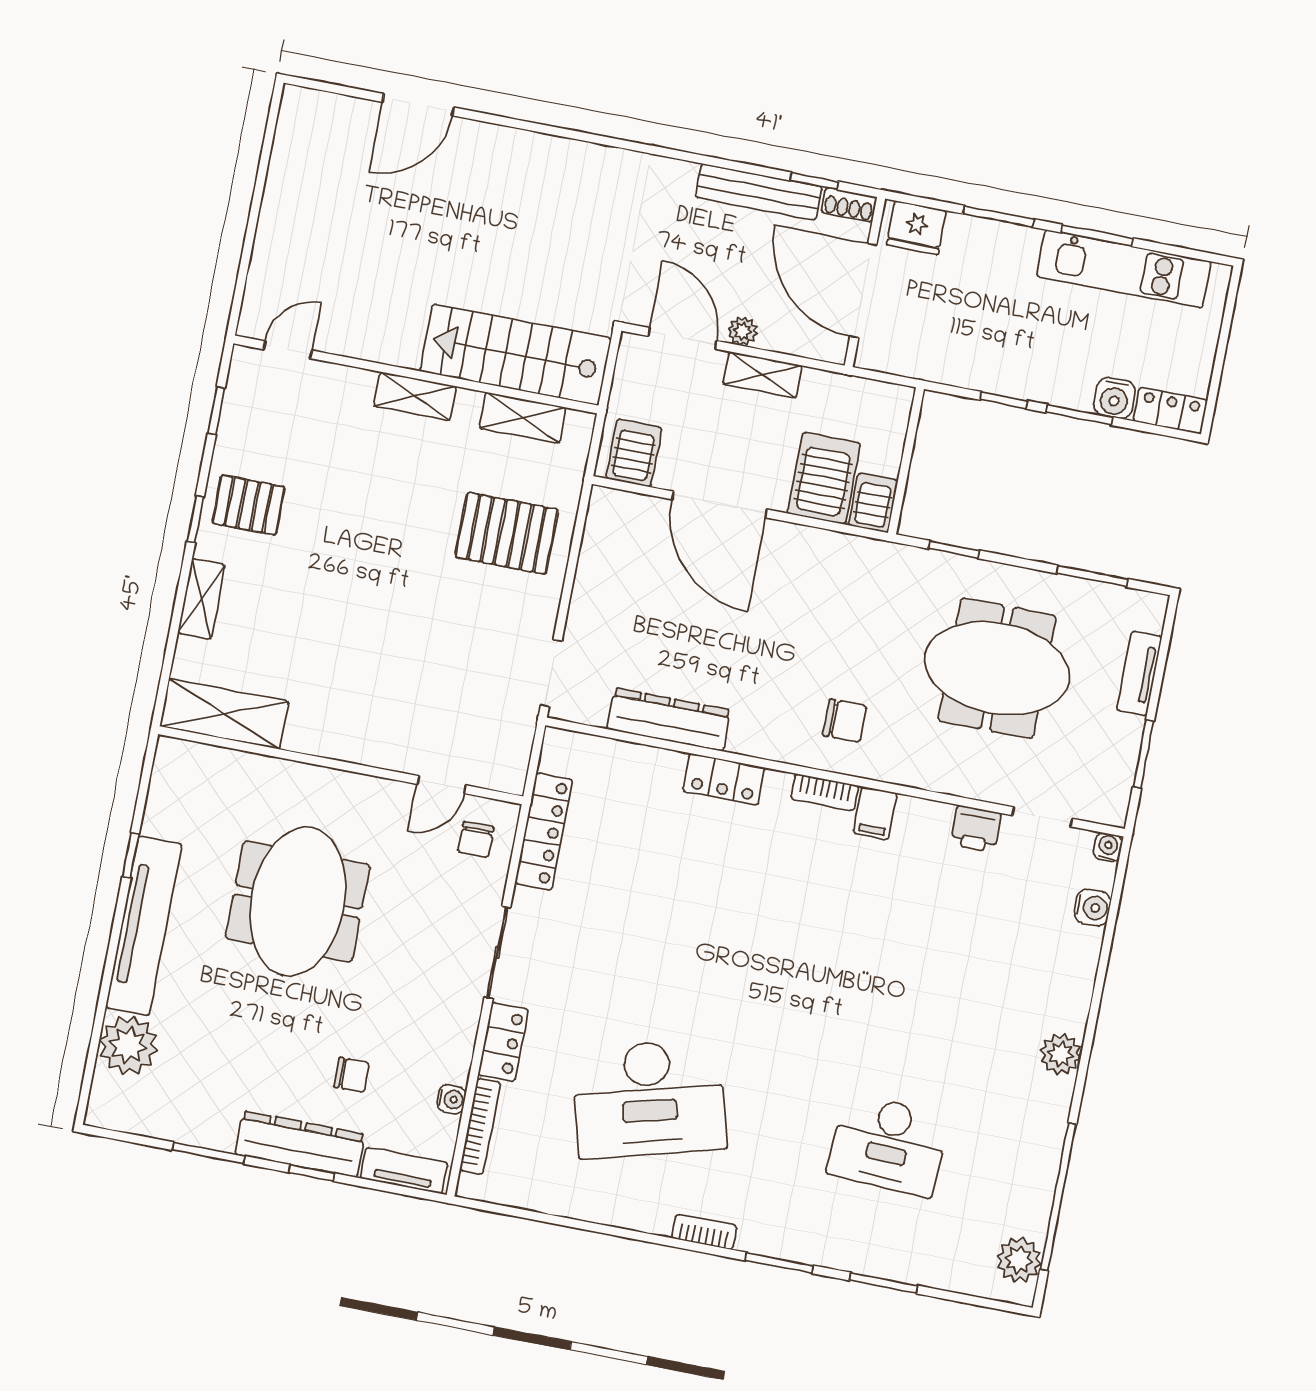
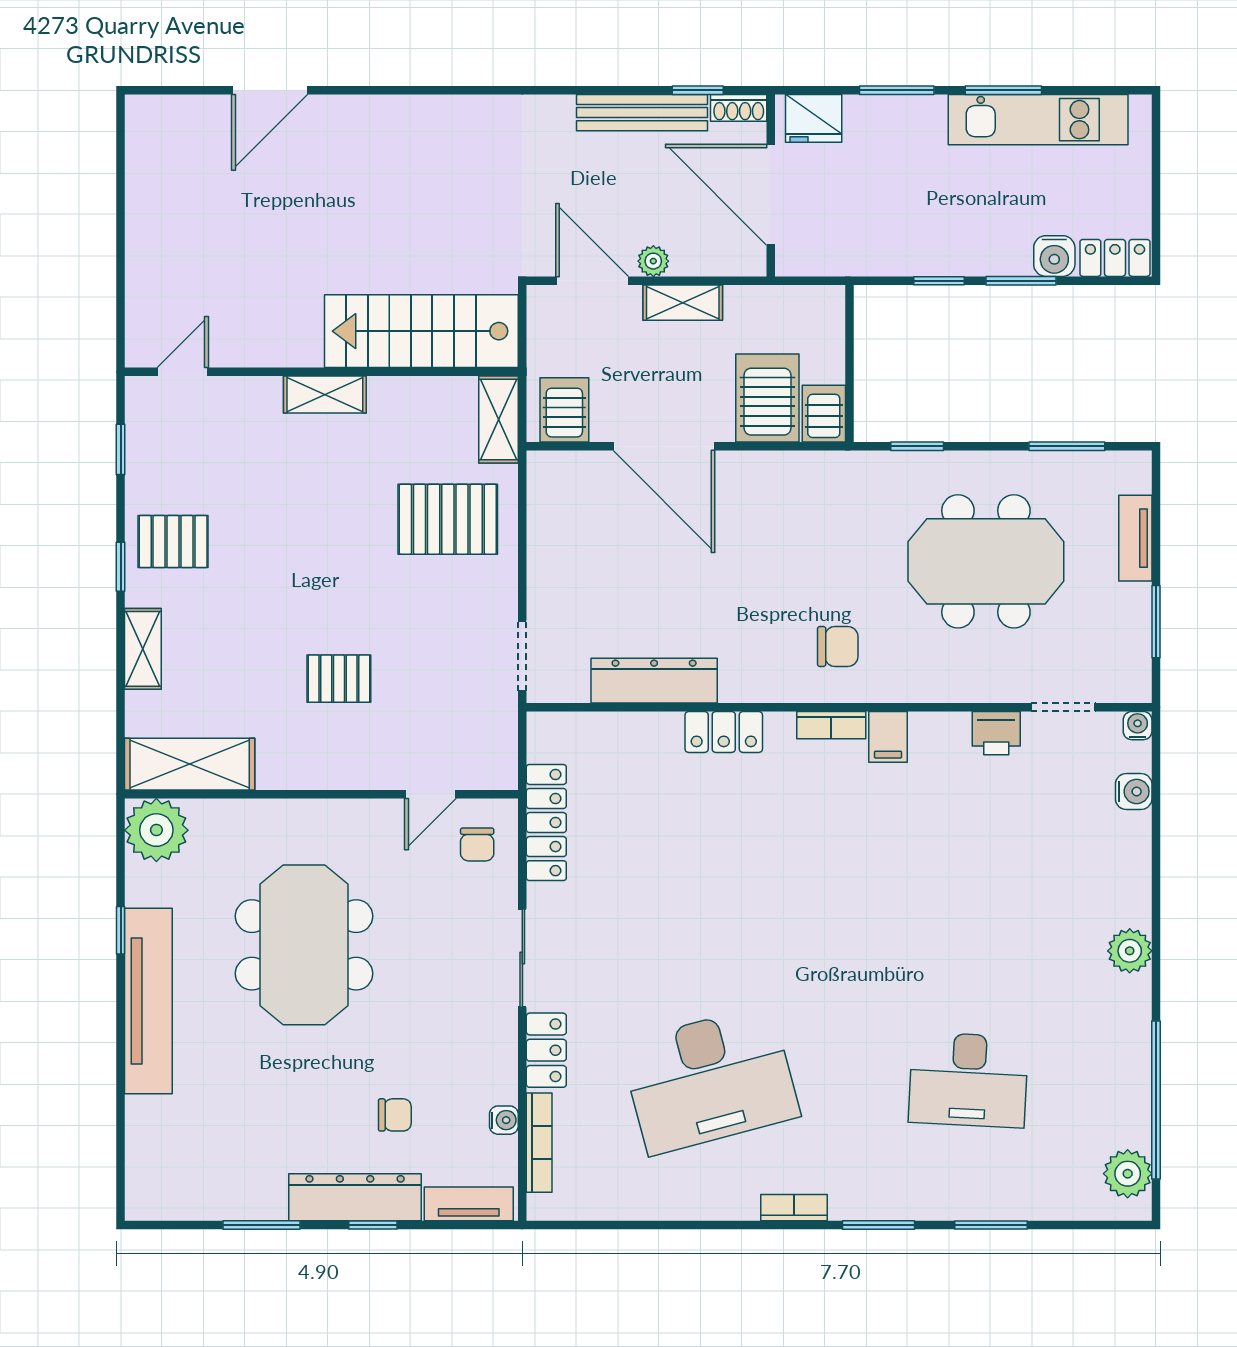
shelving: (523, 418) -> (499, 419), moved, turned 90
pallet: (377, 661) -> (339, 679), added
plant: (128, 1045) -> (156, 830), moved

